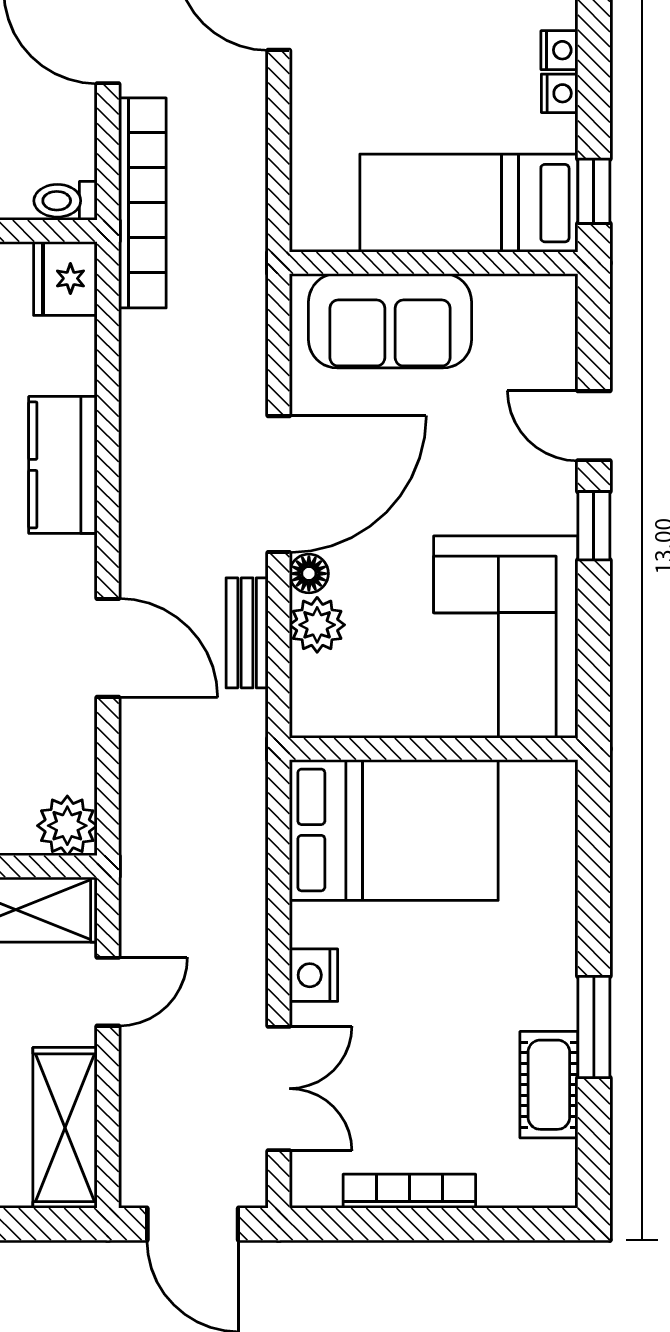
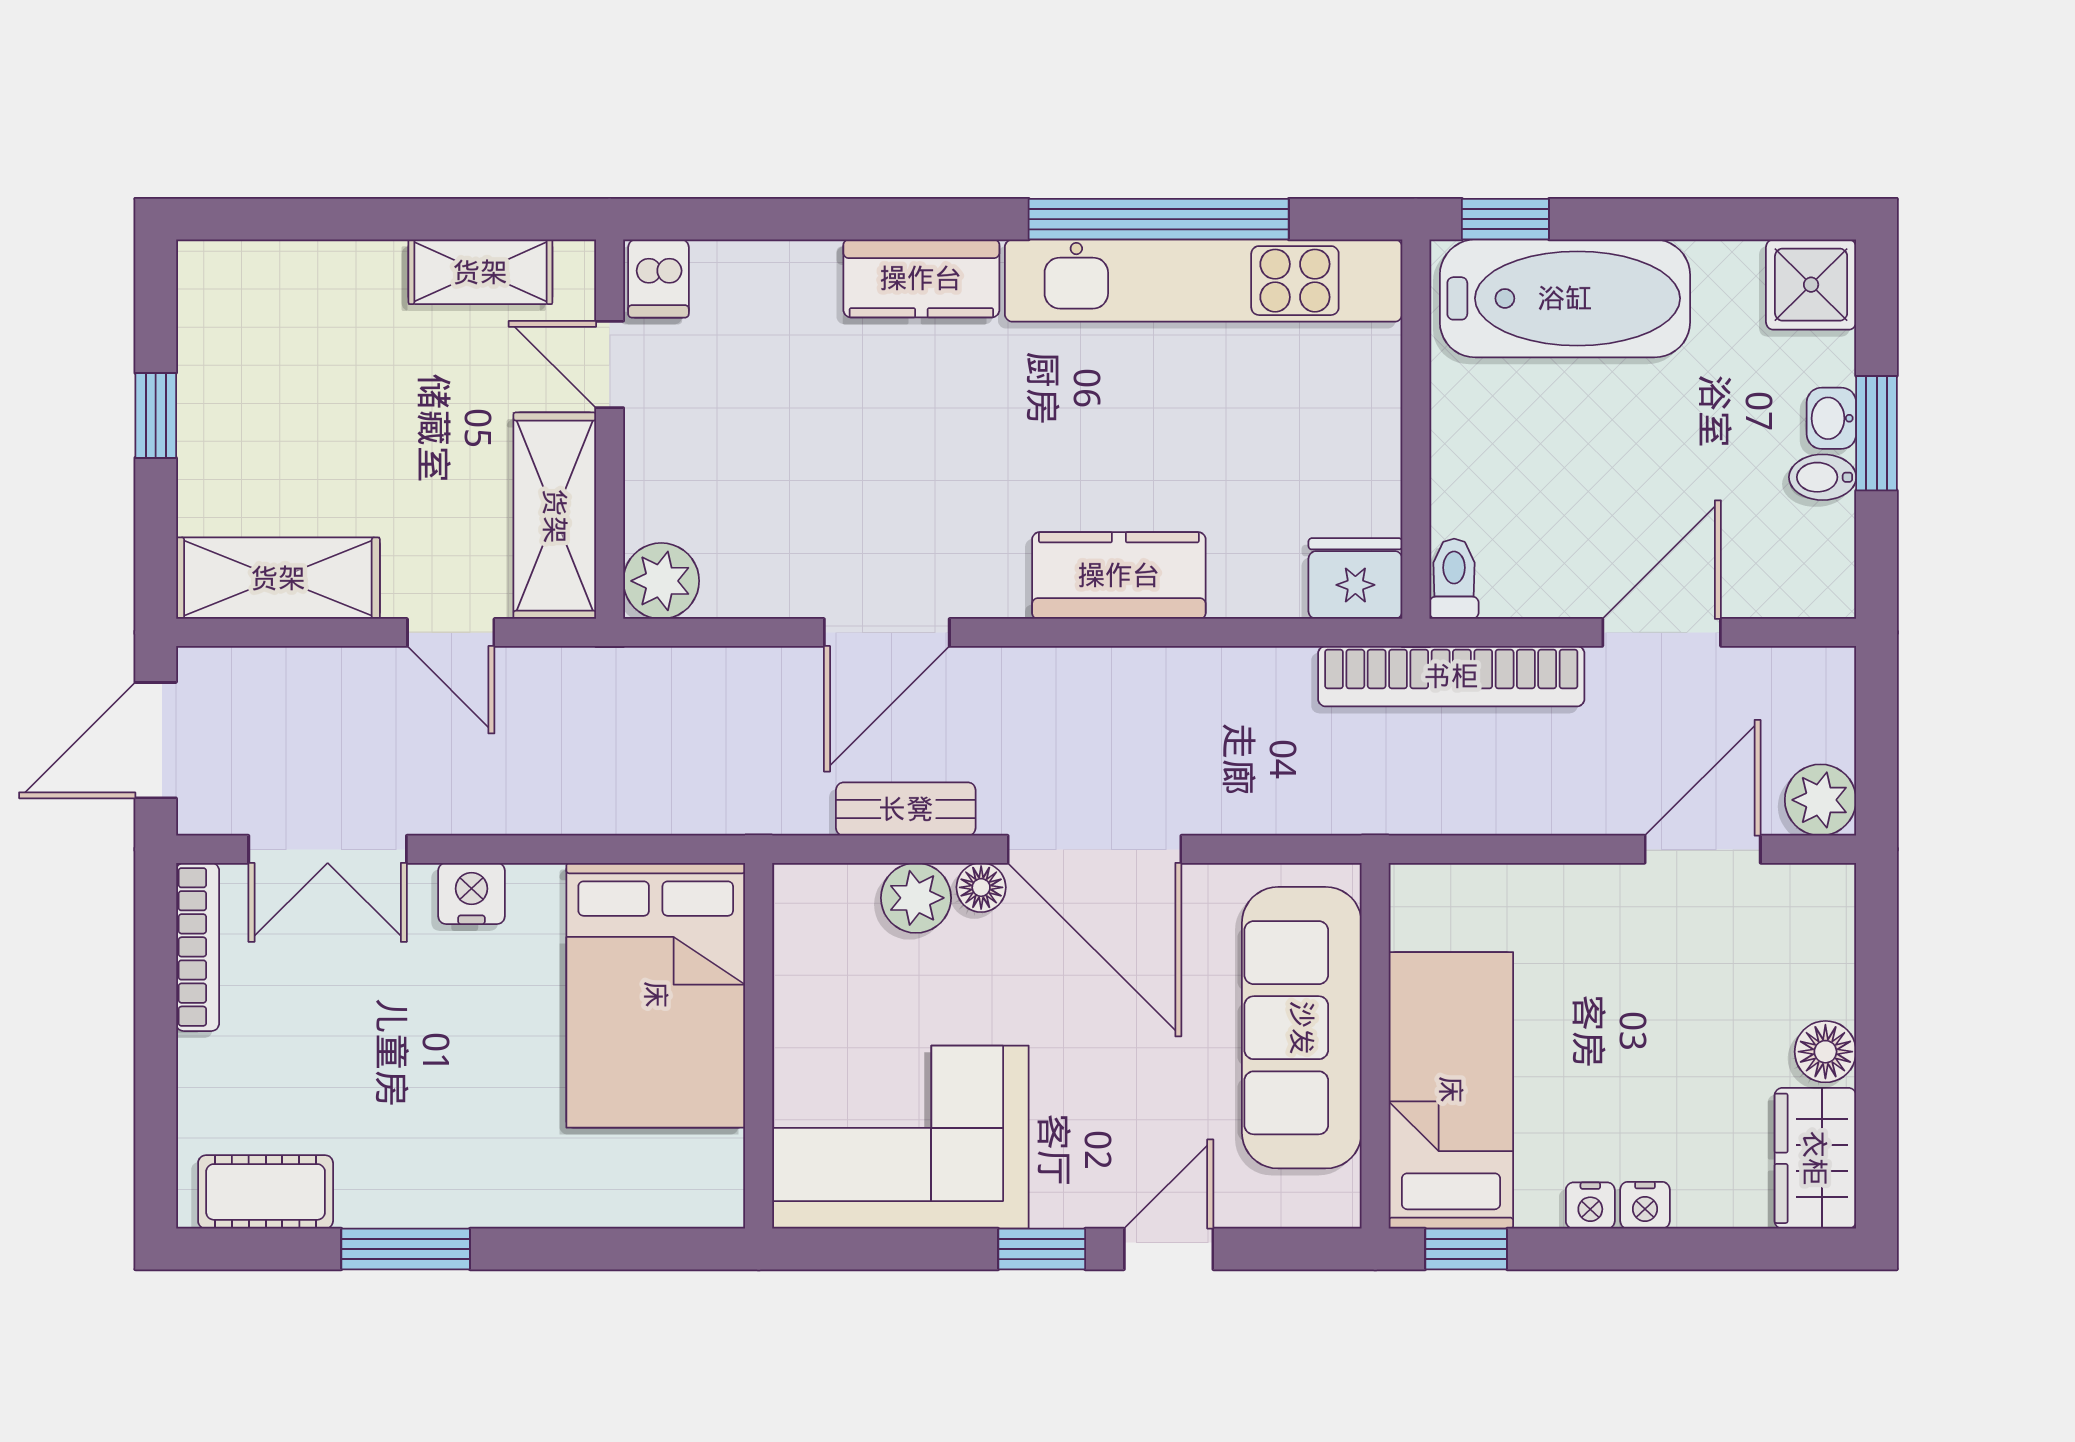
sofa: (390, 321) -> (1302, 1028), width x1.36
cot: (549, 1085) -> (266, 1192), moved
bookcase: (409, 1191) -> (198, 947), moved

